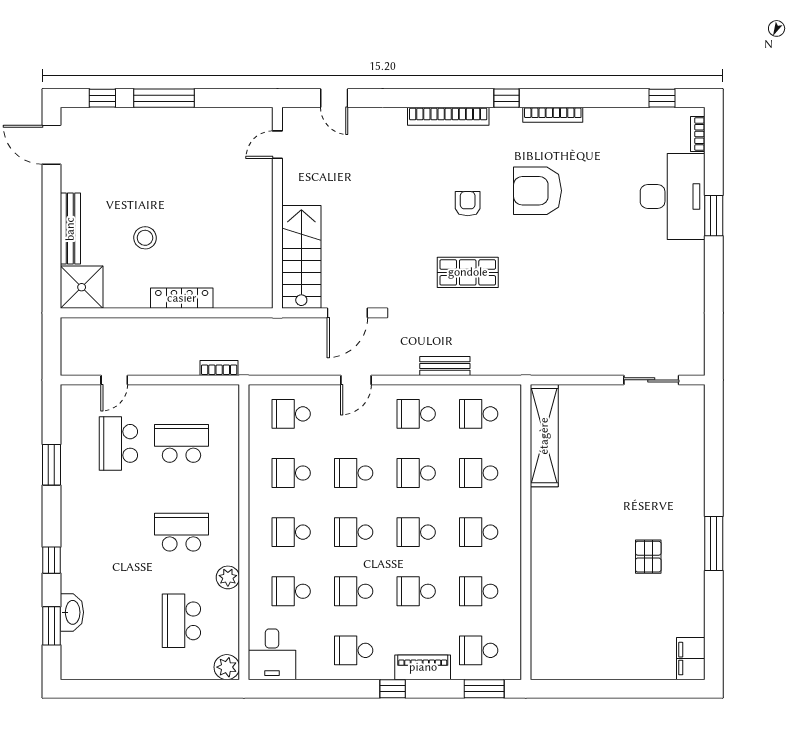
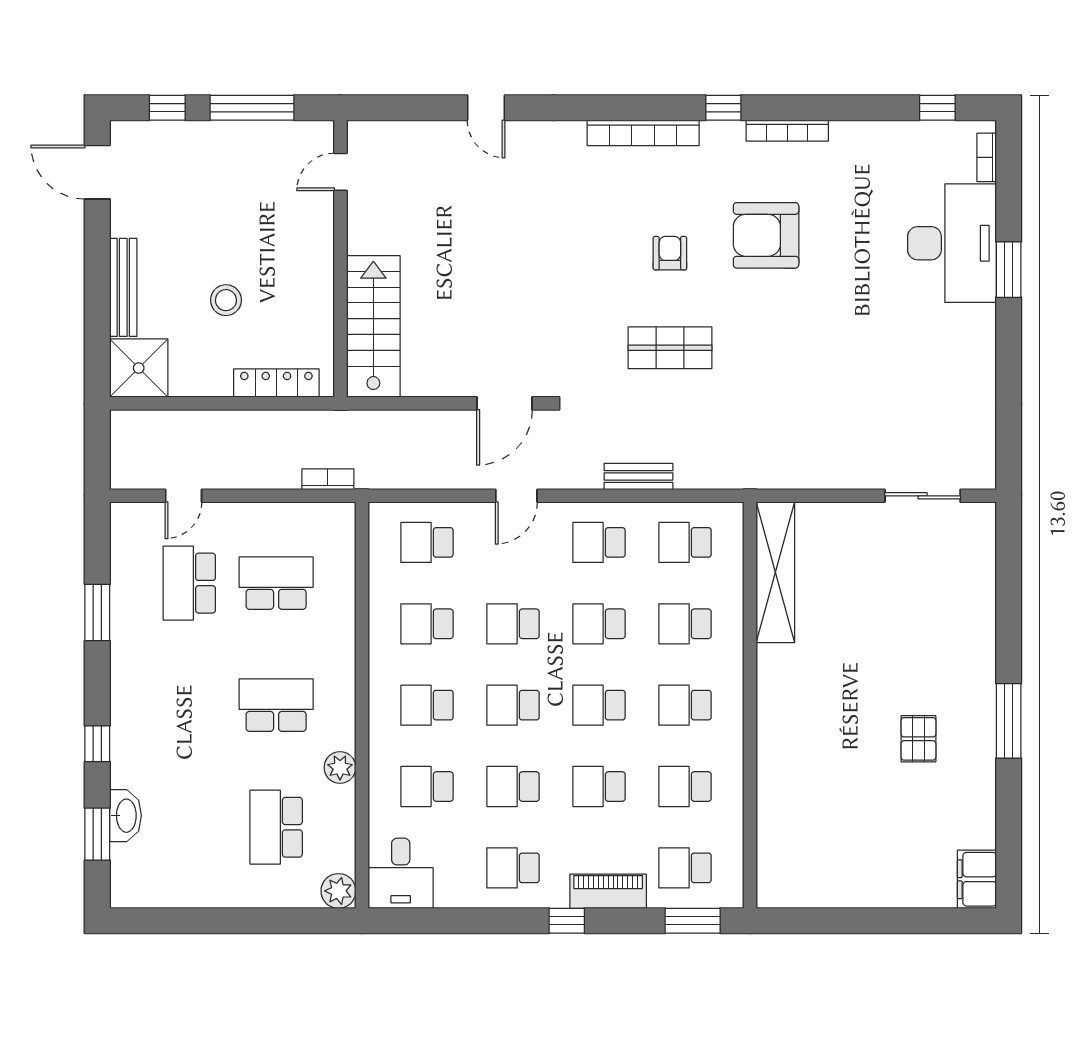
door: (277, 145) -> (340, 172), moved
wall: (277, 208) -> (340, 259), moved
stairs: (301, 257) -> (373, 326), moved

